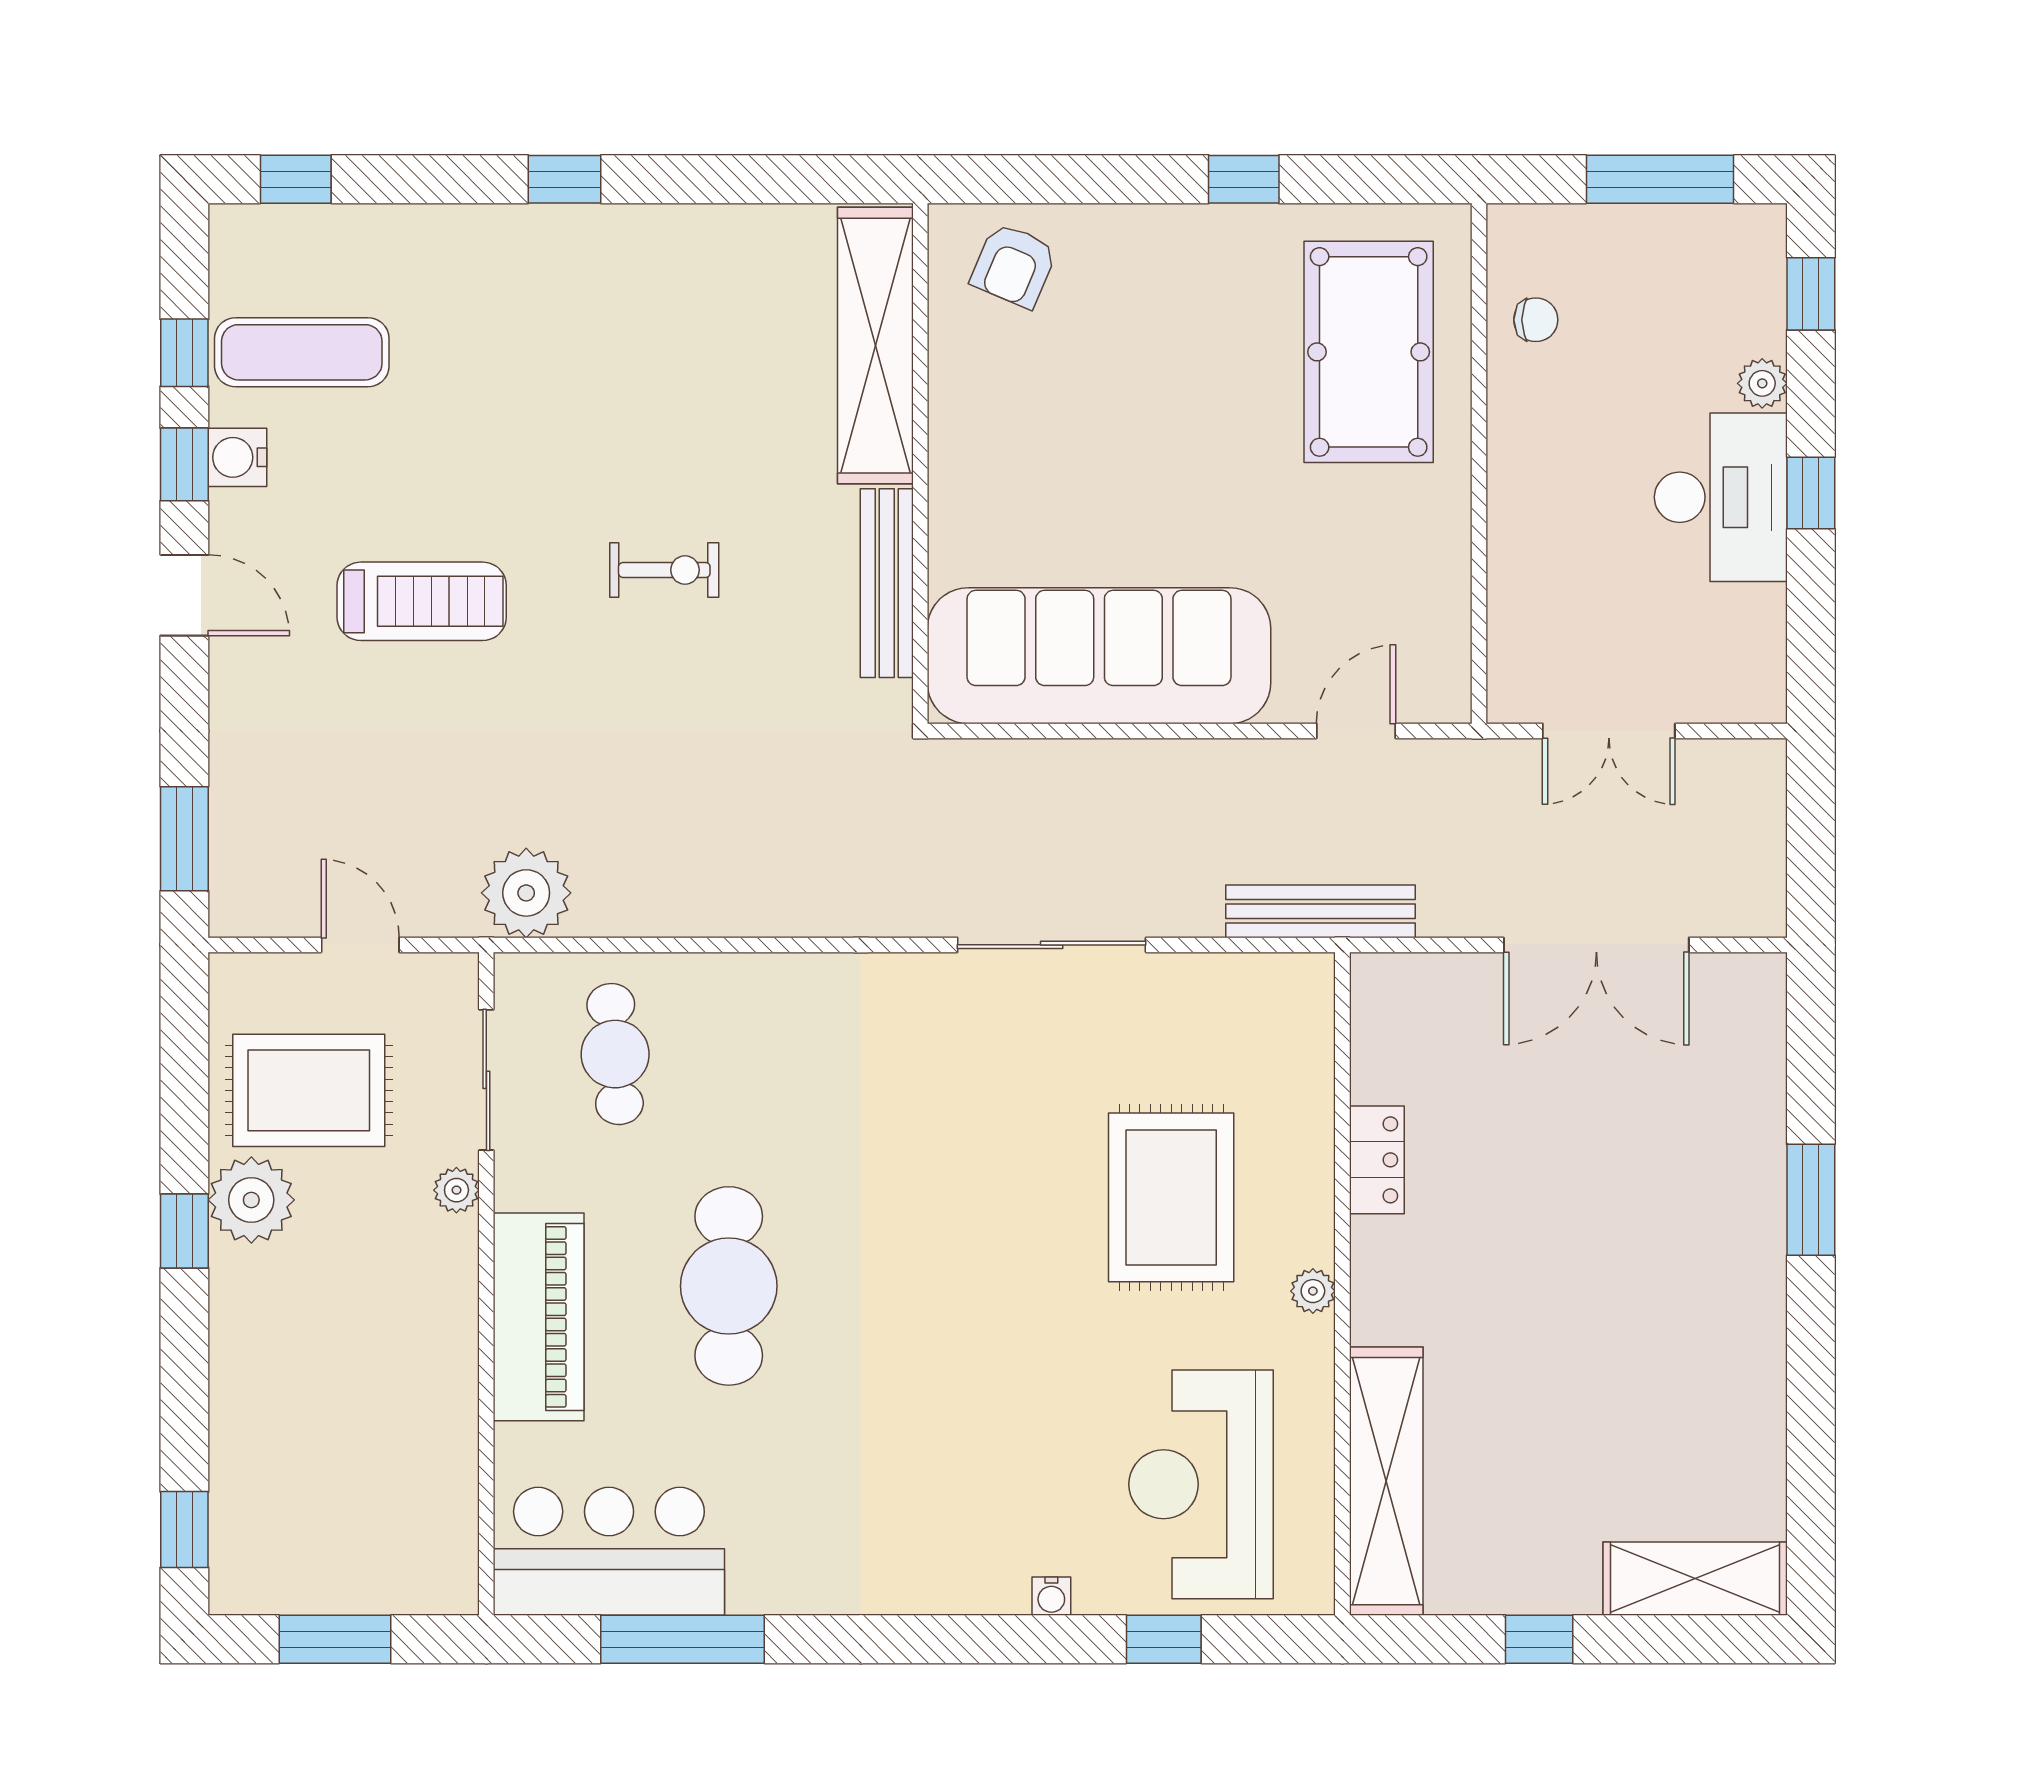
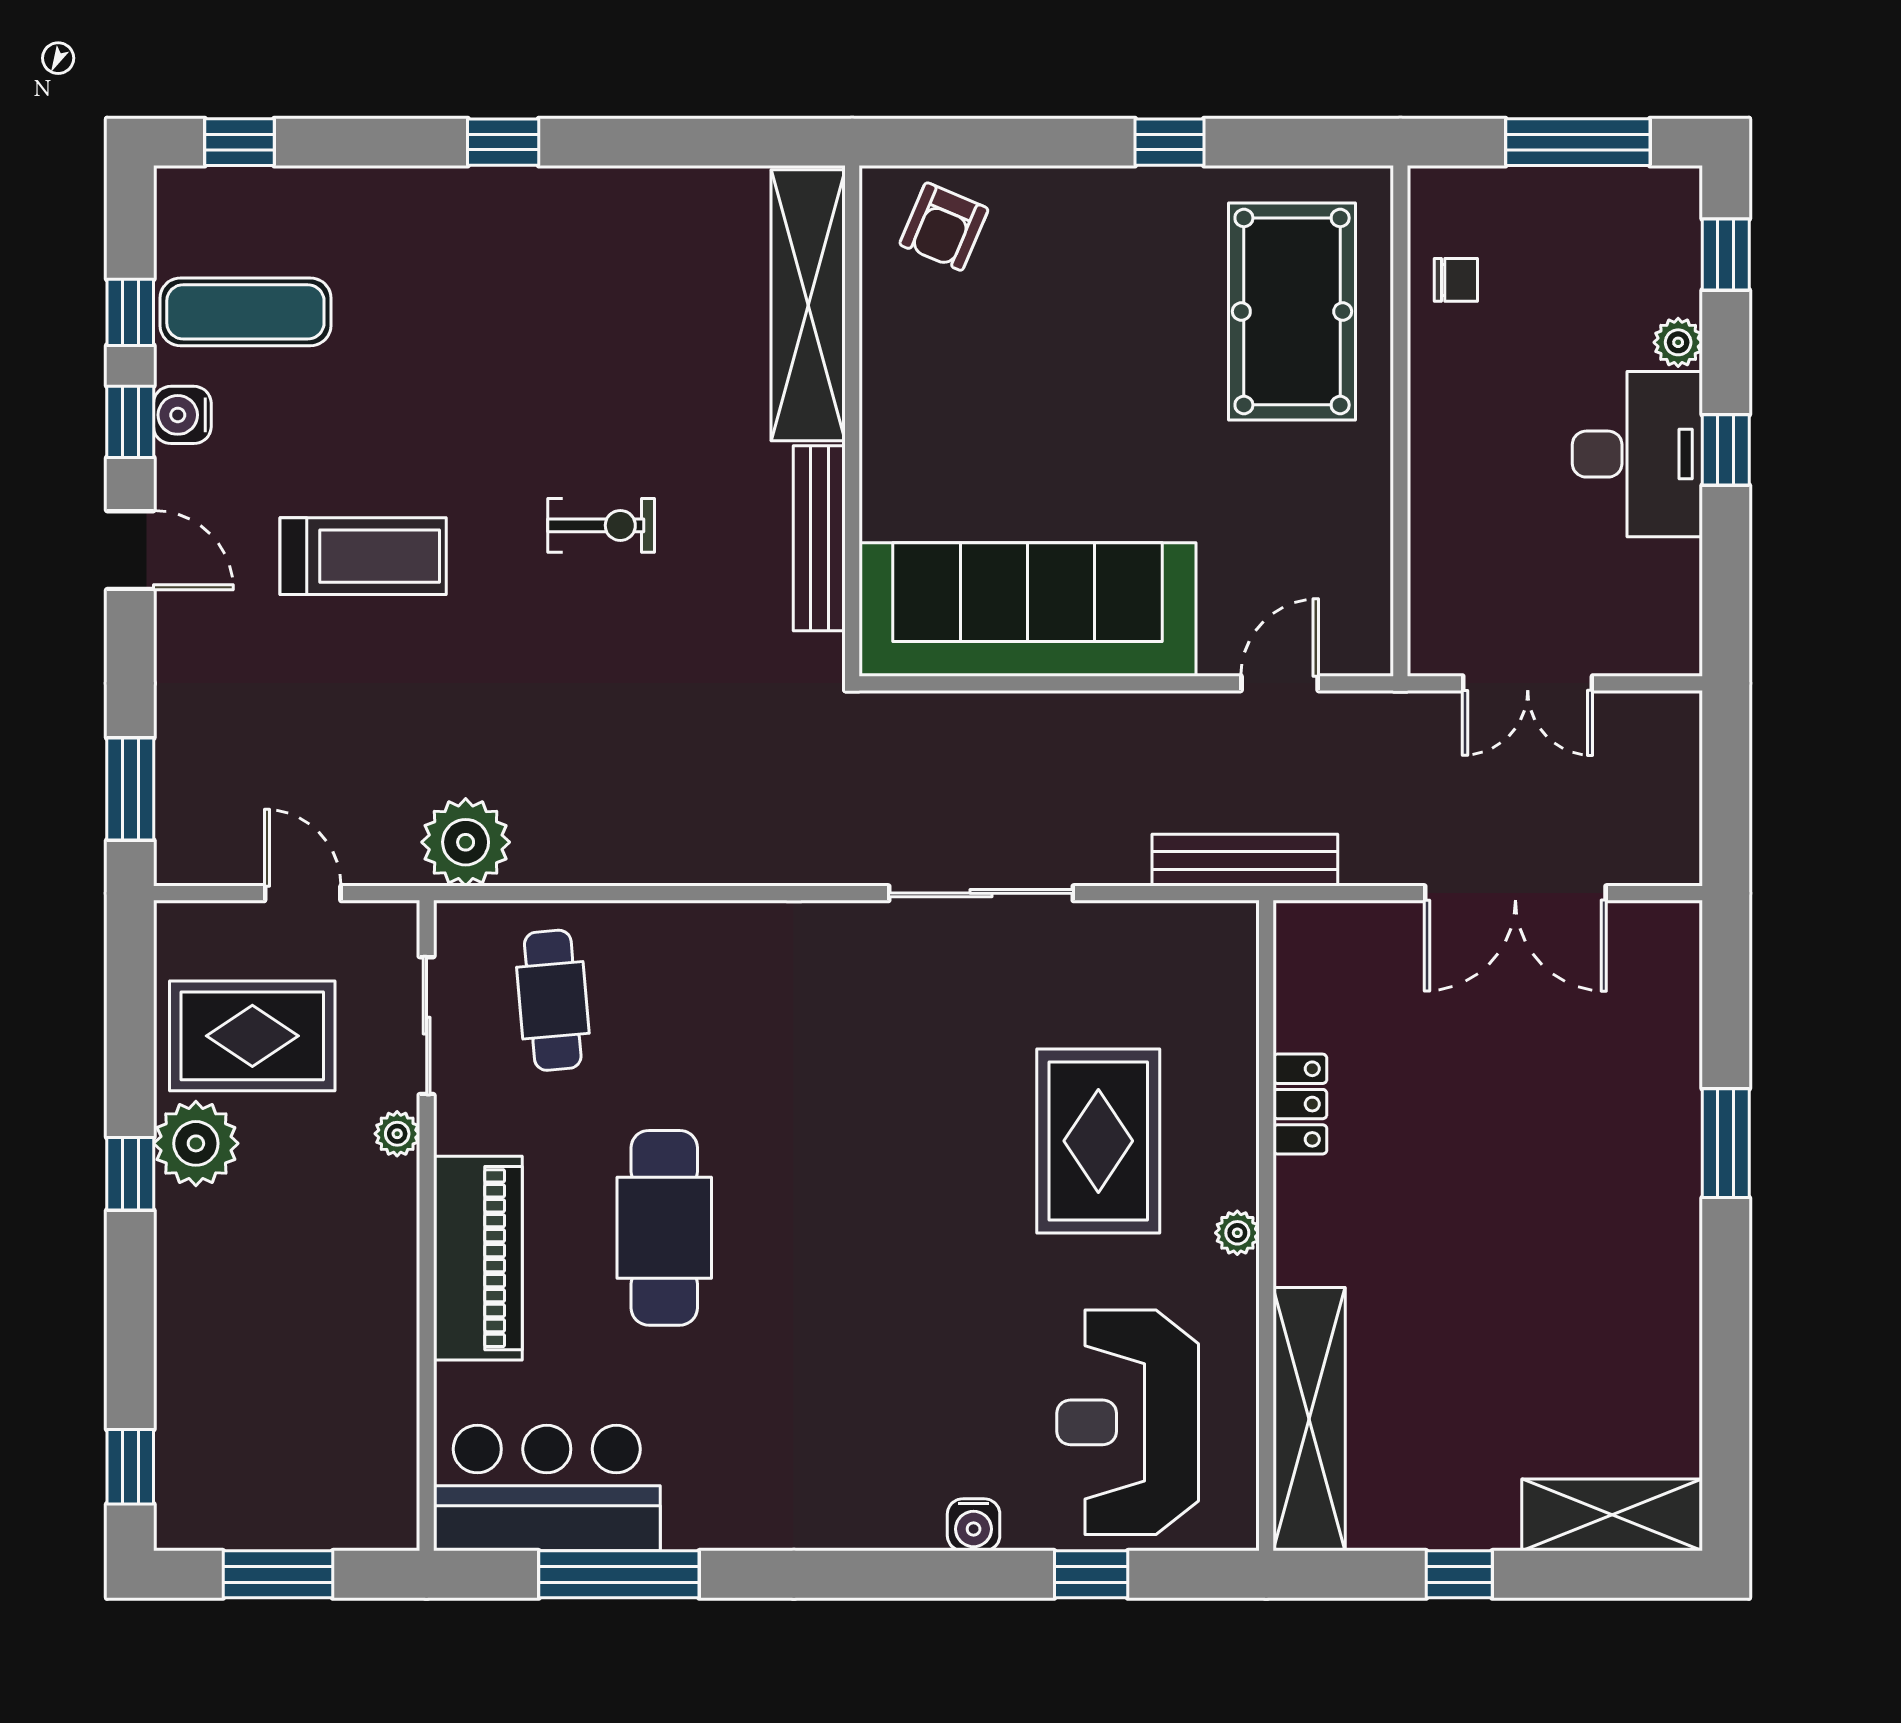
water cooler: (1051, 1596) -> (974, 1525), width x1.38, depth x1.38

